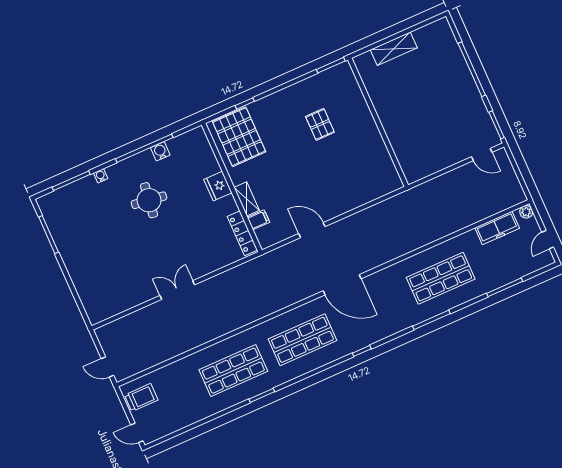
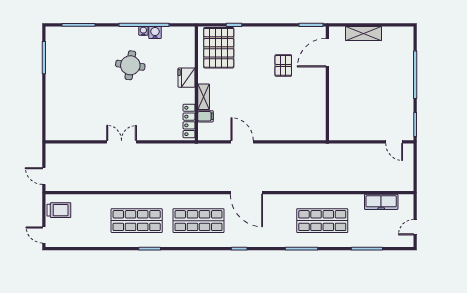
door: (363, 88) -> (327, 53), added
water cooler: (101, 176) -> (143, 31), moved
plant: (526, 212) -> (408, 199), removed

